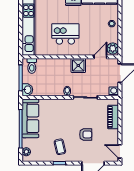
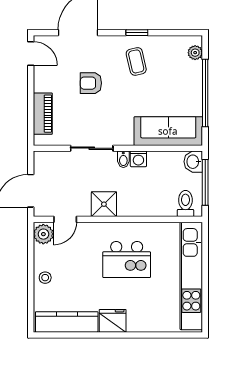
washing machine: (114, 91) -> (138, 159), moved
sofa: (30, 118) -> (168, 131), moved, turned 90

